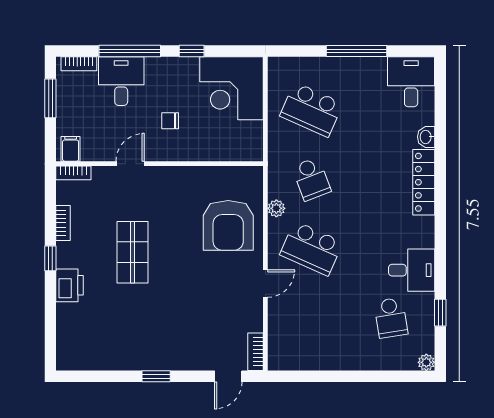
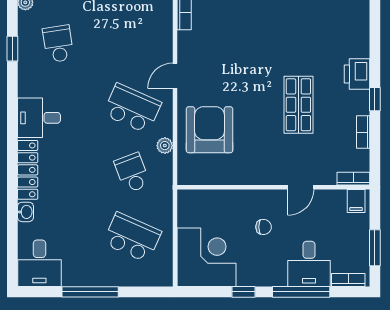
desk: (412, 270) -> (39, 118), moved

